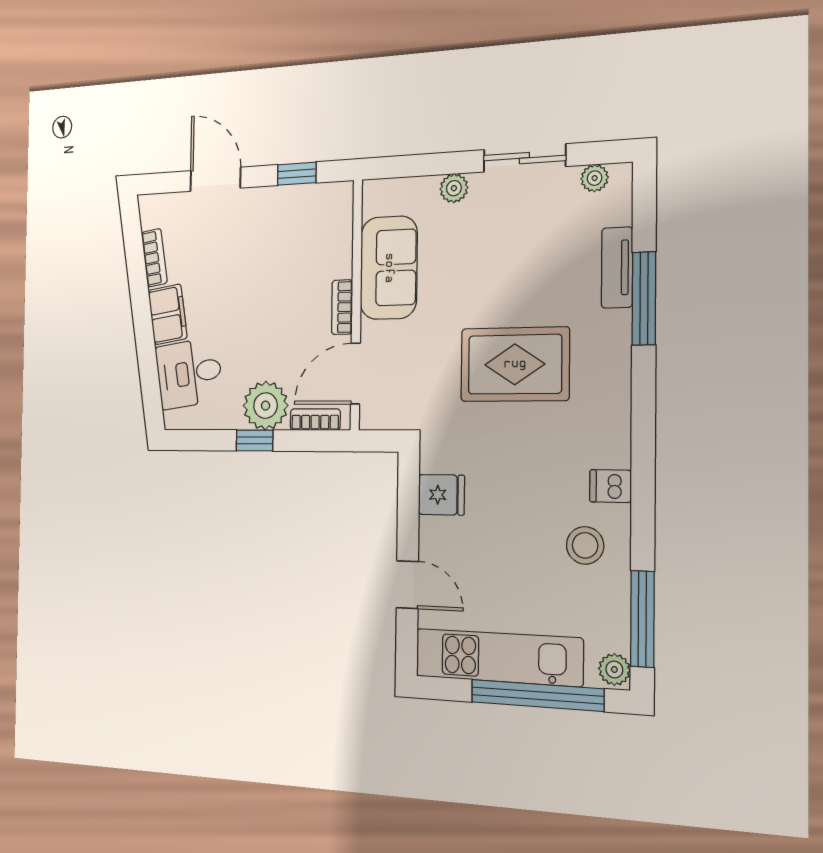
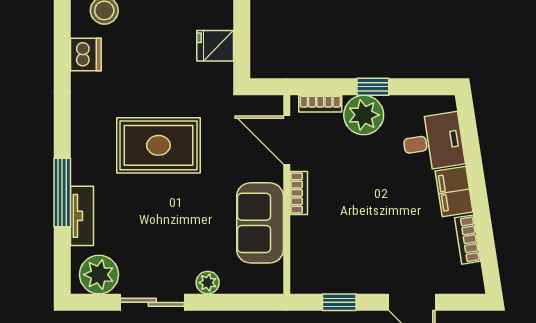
plant: (595, 178) -> (99, 275), width x1.88, depth x1.88
door: (355, 373) -> (287, 140), swing flipped
dishwasher: (610, 486) -> (86, 55), width x1.38

